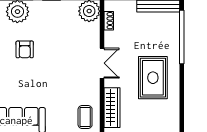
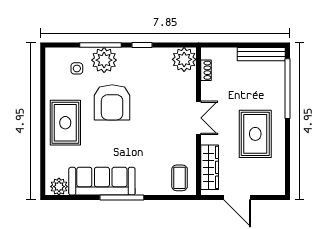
armchair: (25, 49) -> (112, 102), width x1.88, depth x1.88

